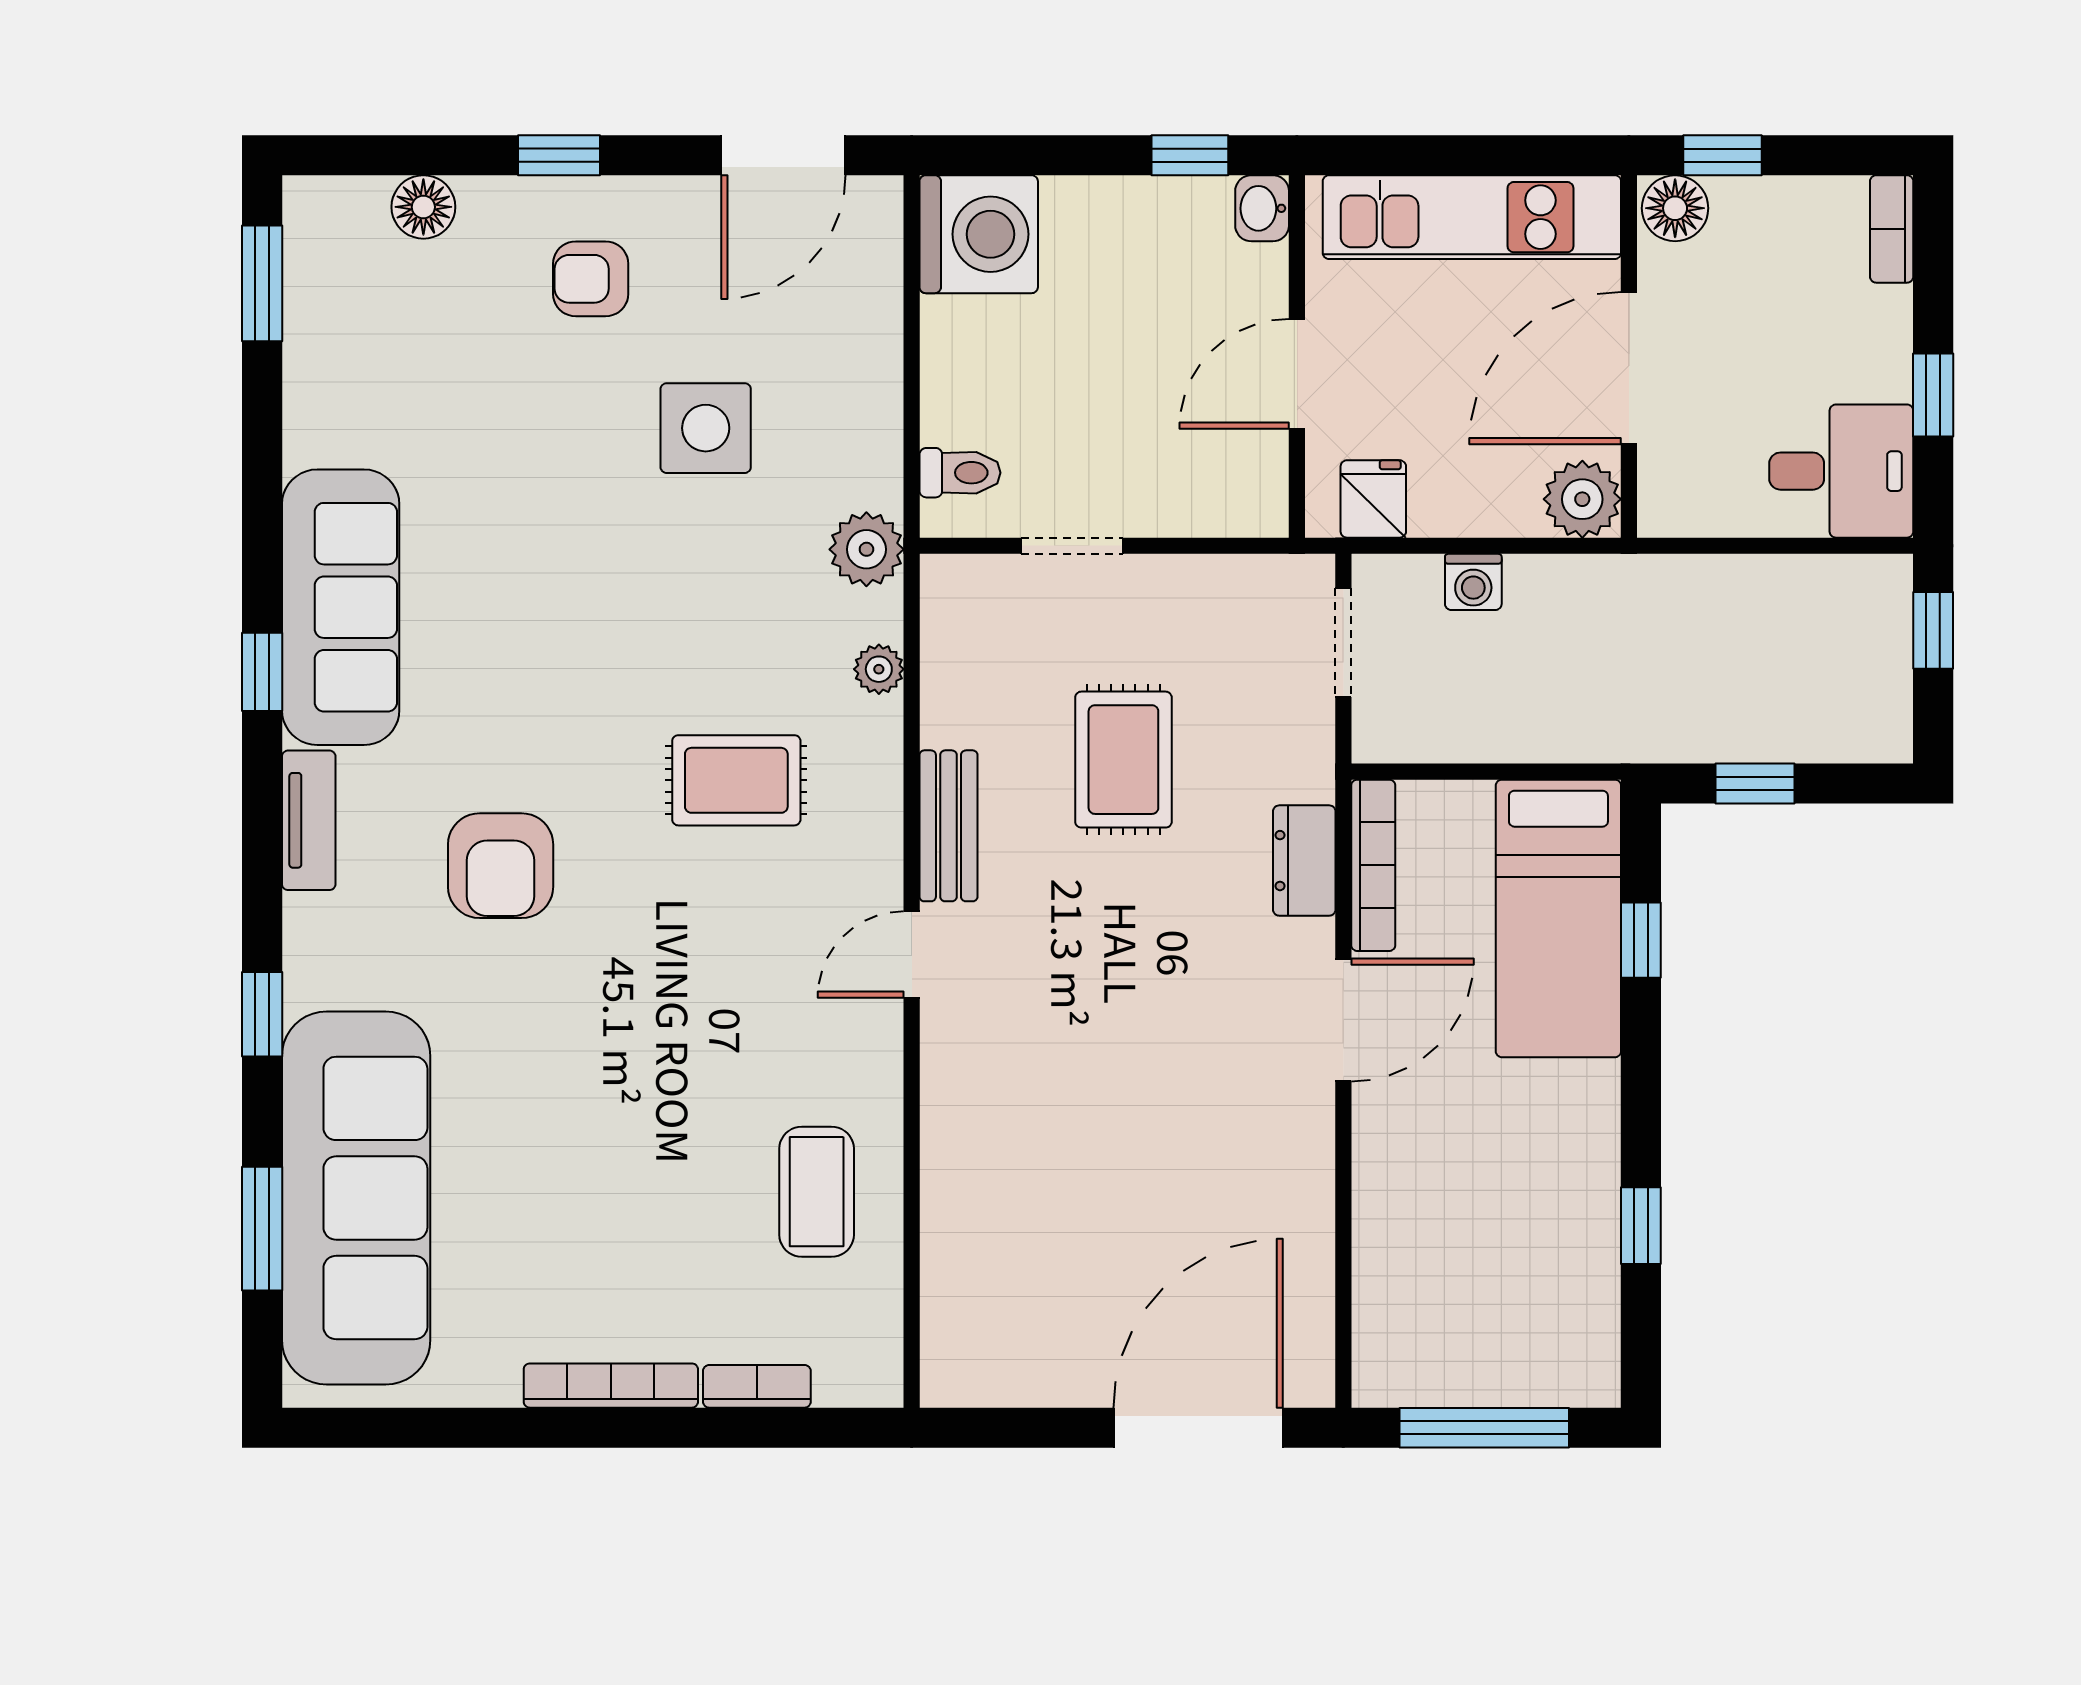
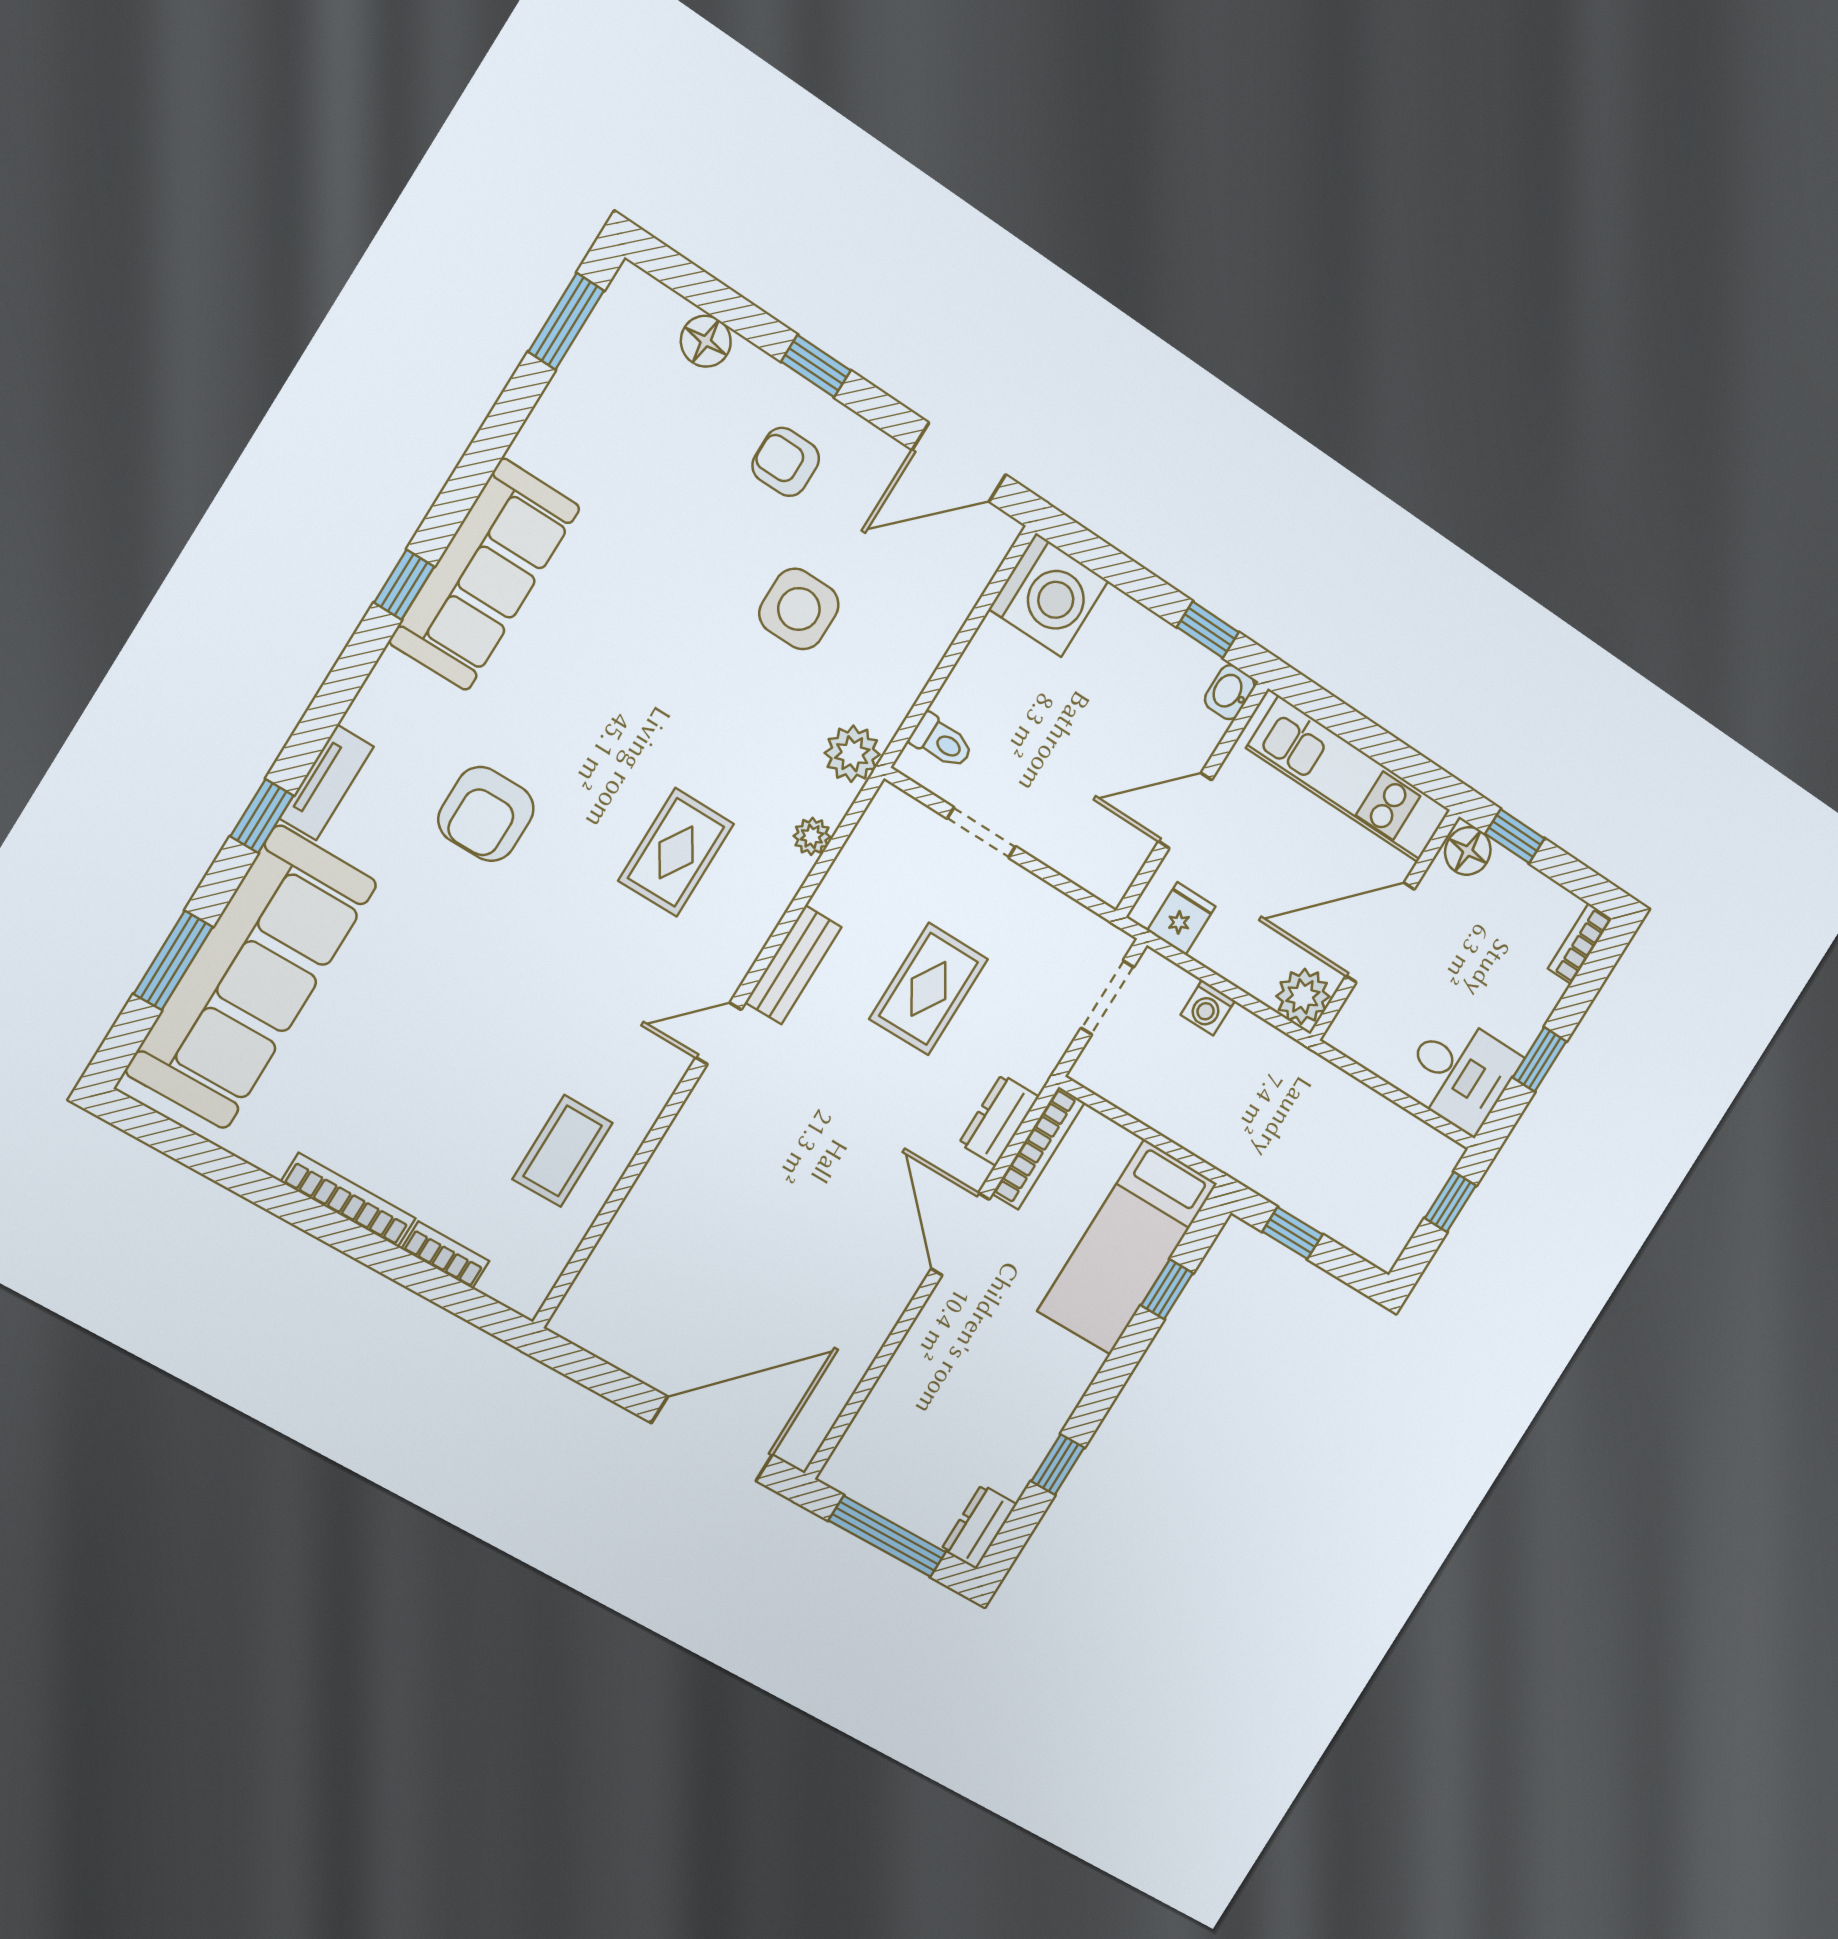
rug: (736, 780) -> (676, 852), turned 90
tv unit: (309, 820) -> (327, 783), moved
door: (1343, 1020) -> (960, 1234), swing flipped
dresser: (1591, 1355) -> (979, 1527), added

